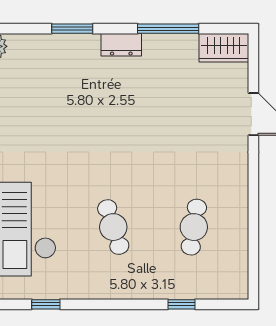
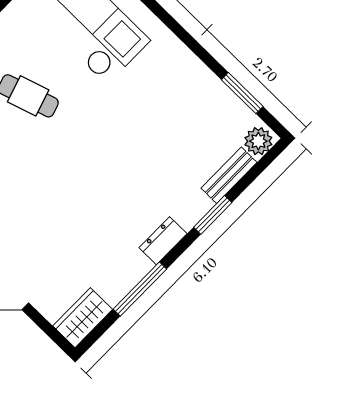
bench: (36, 44) -> (229, 175), added

